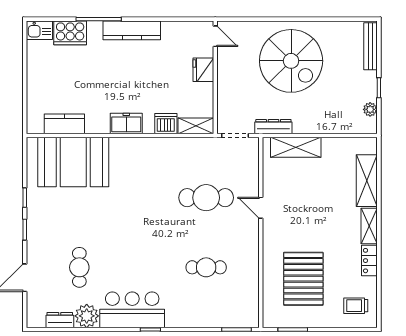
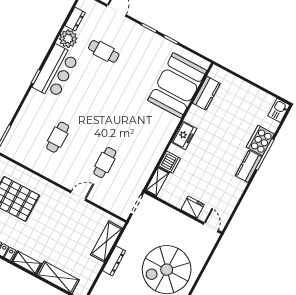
kitchen counter: (132, 30) -> (249, 166), width x0.67
cooker: (70, 33) -> (260, 141), moved
door: (215, 36) -> (211, 227), swing flipped
dresser: (273, 127) -> (114, 261), moved
cafe table: (206, 198) -> (105, 162), width x0.73, depth x0.74

